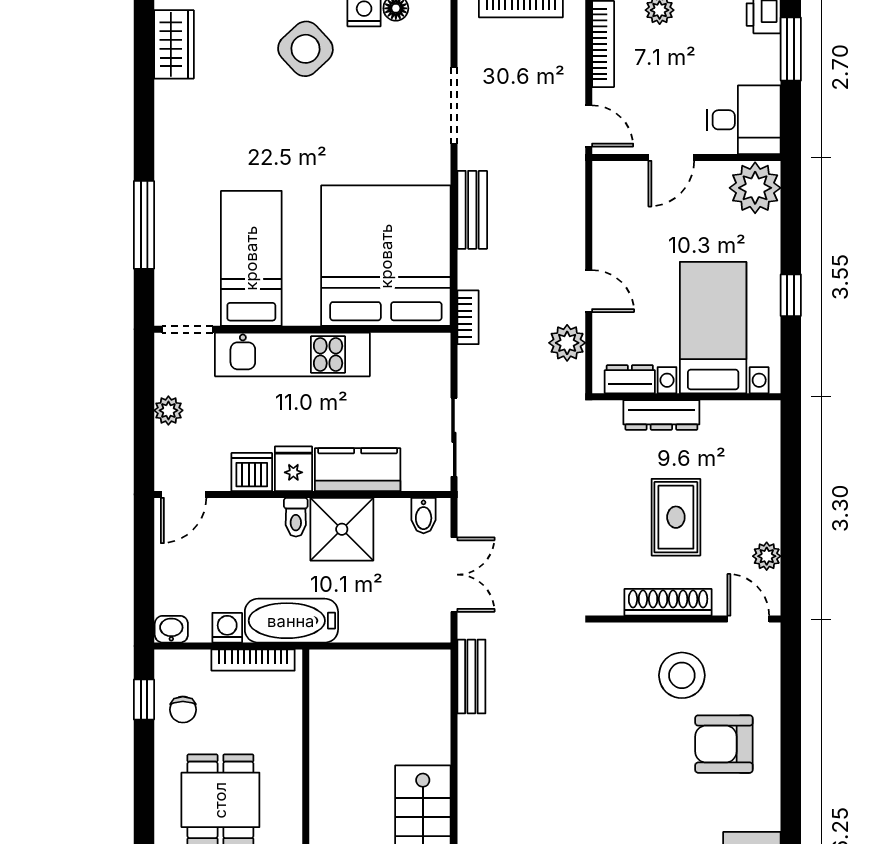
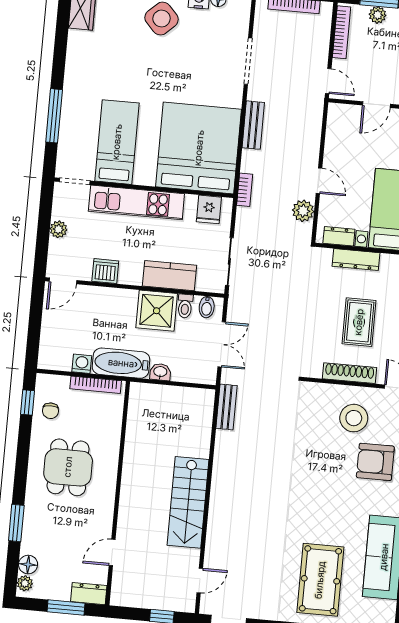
fridge: (293, 469) -> (209, 209), moved, turned 180
toilet: (296, 517) -> (185, 306), moved
washbasin: (171, 629) -> (160, 372), moved

